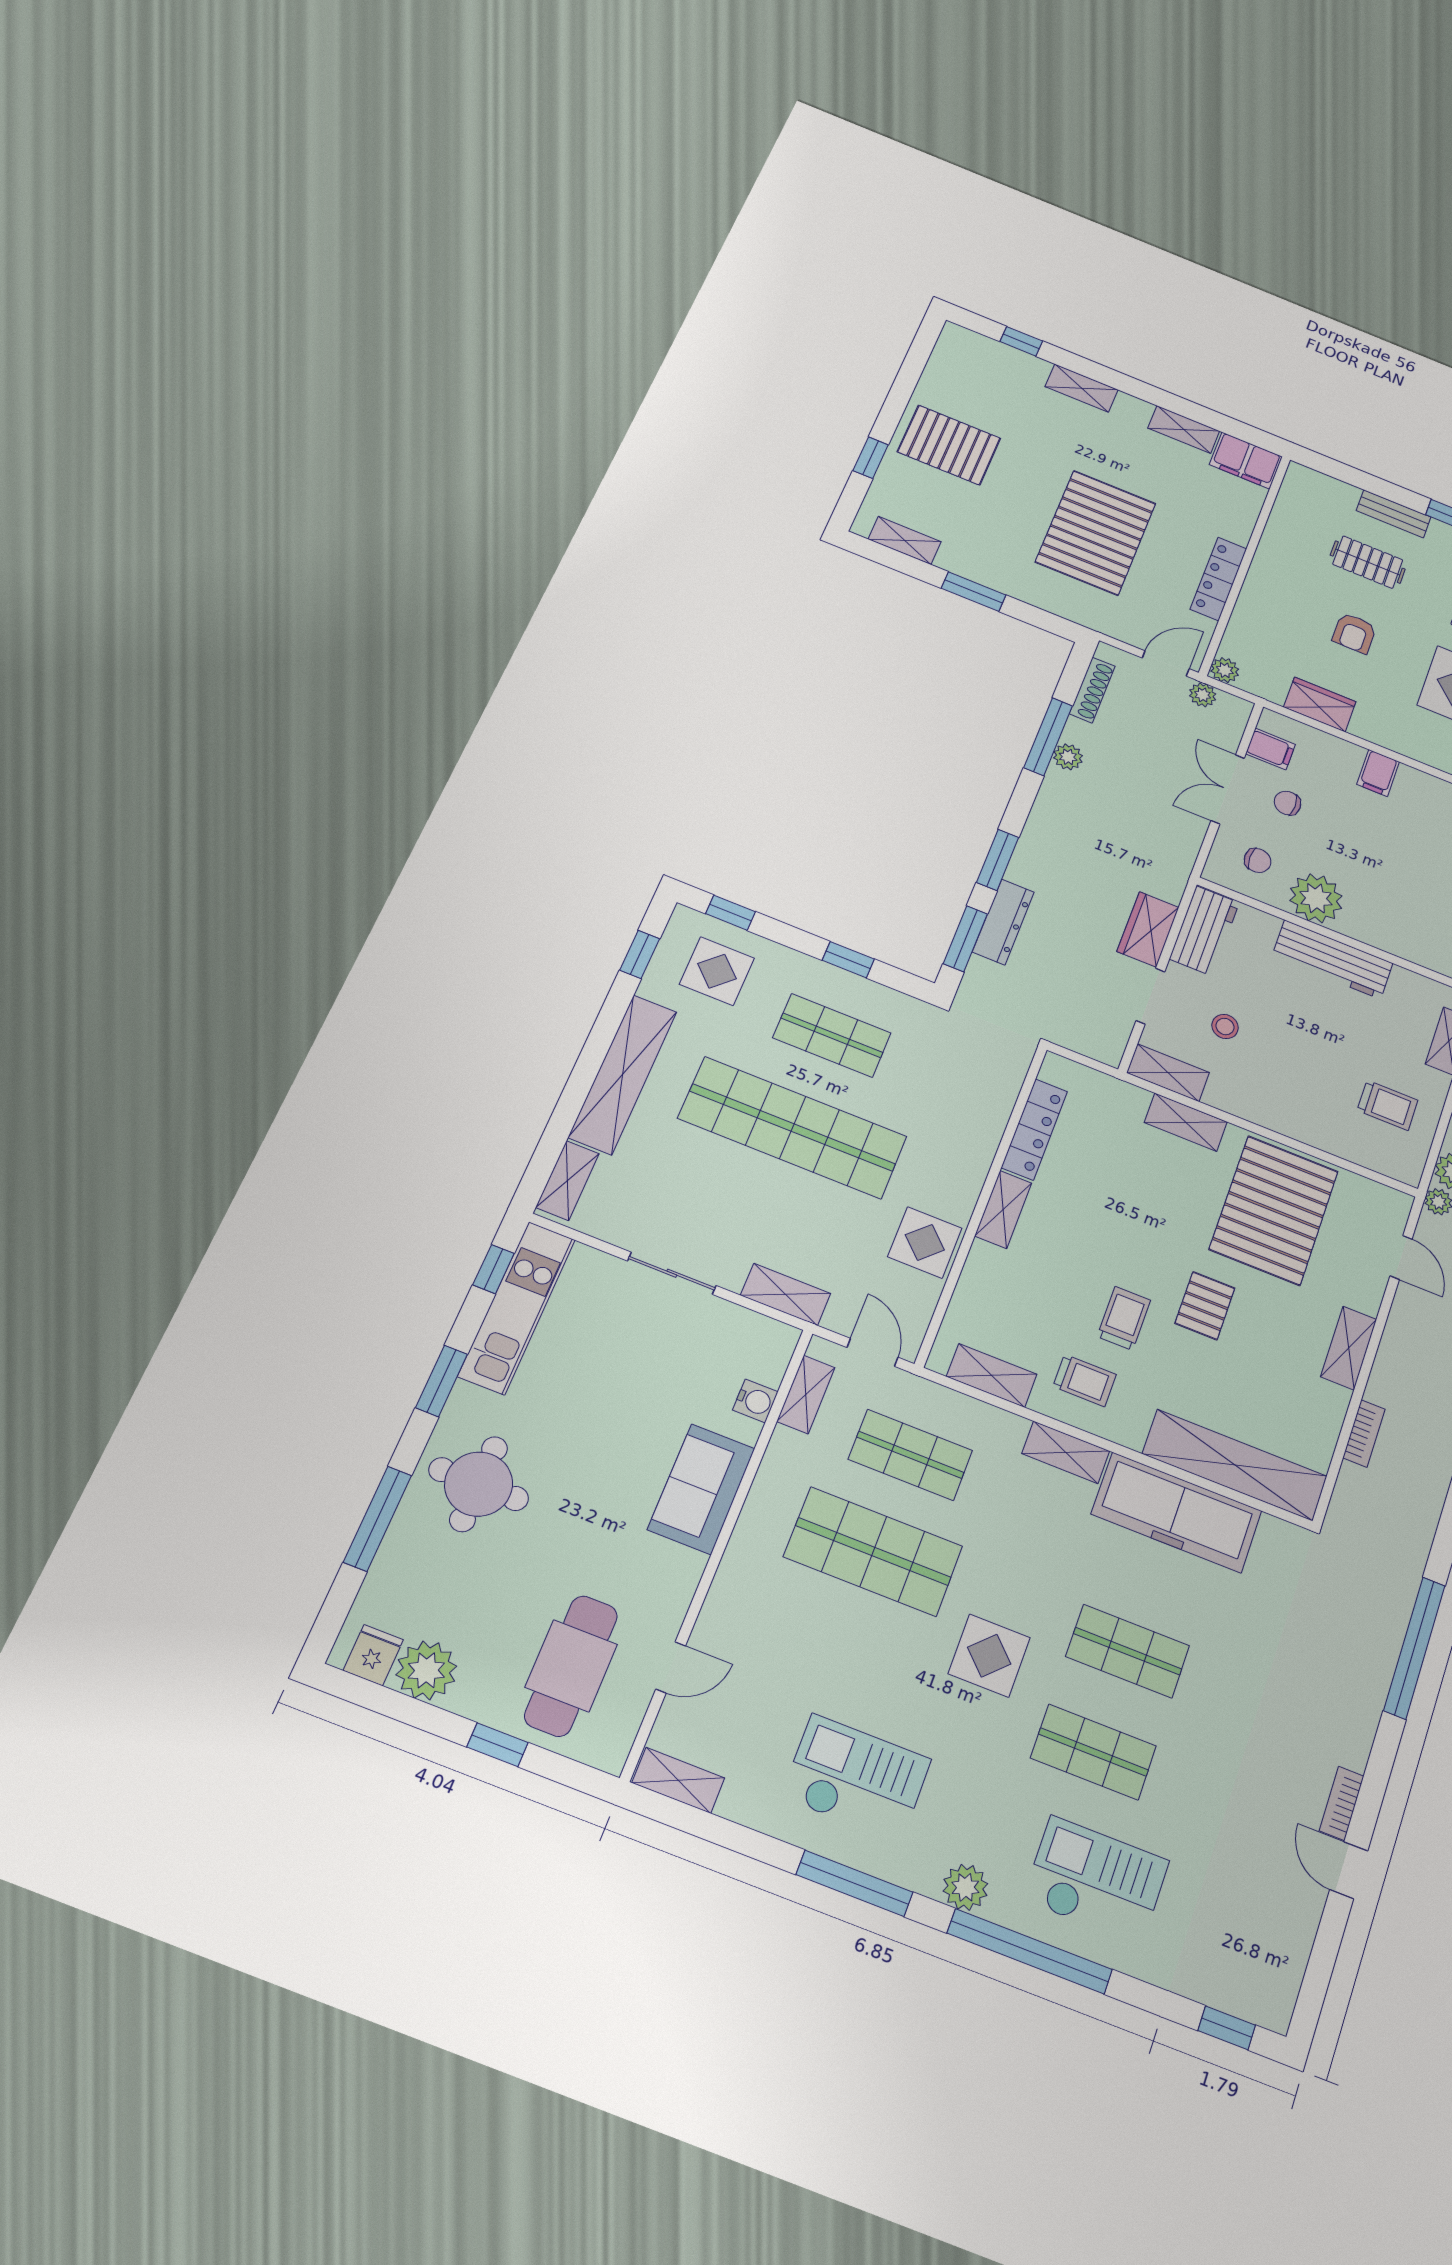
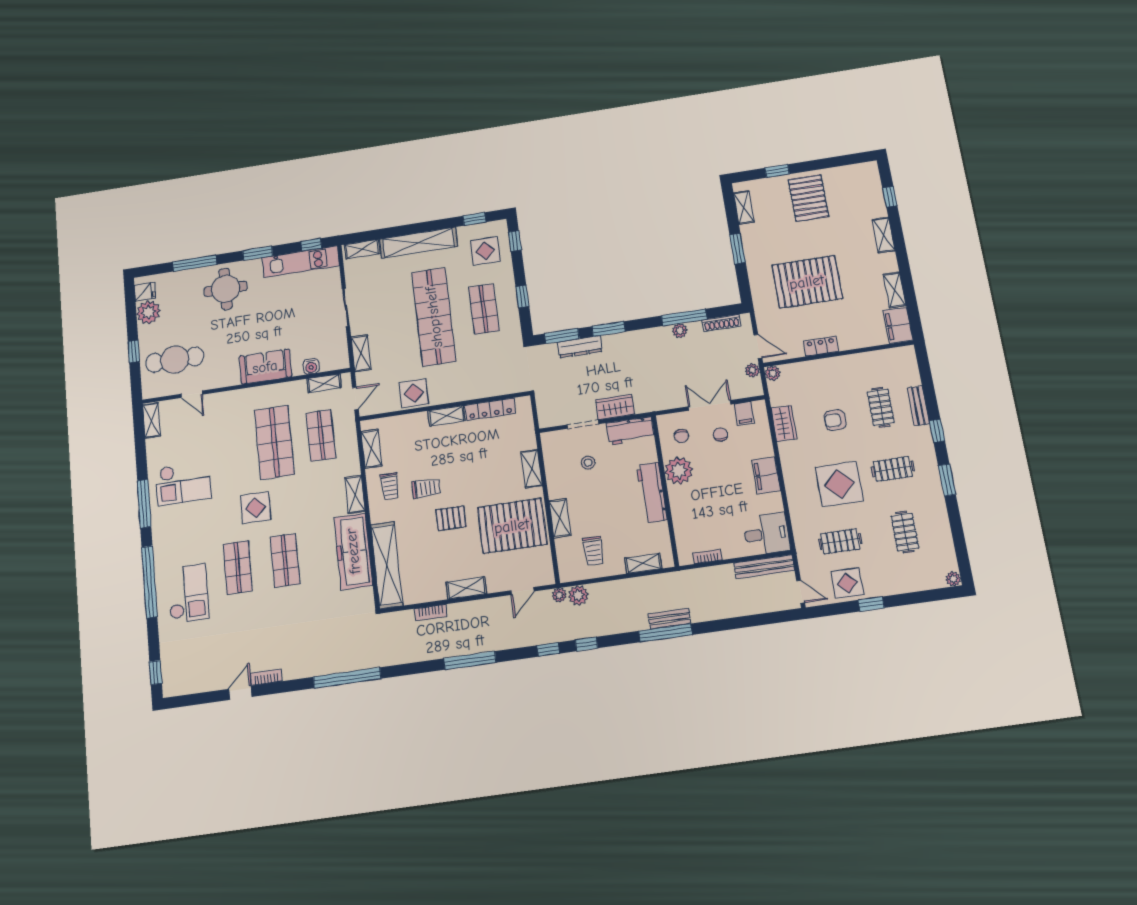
locker: (1218, 579) -> (821, 346), width x0.66
filing cabinet: (1378, 773) -> (766, 475), width x2.00
shelving: (1168, 1073) -> (560, 518), moved
checkout: (856, 1778) -> (183, 483), turned 90
plant: (965, 1887) -> (162, 545), removed

